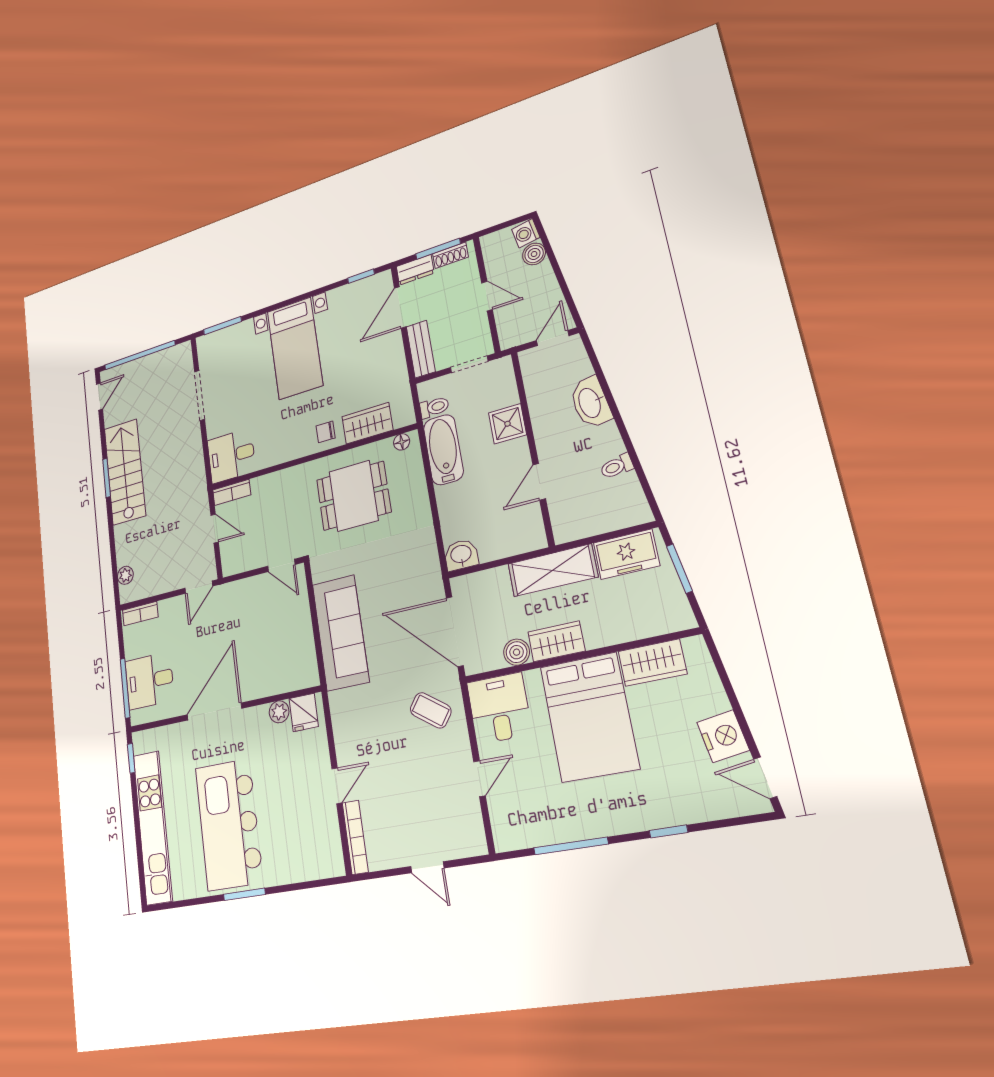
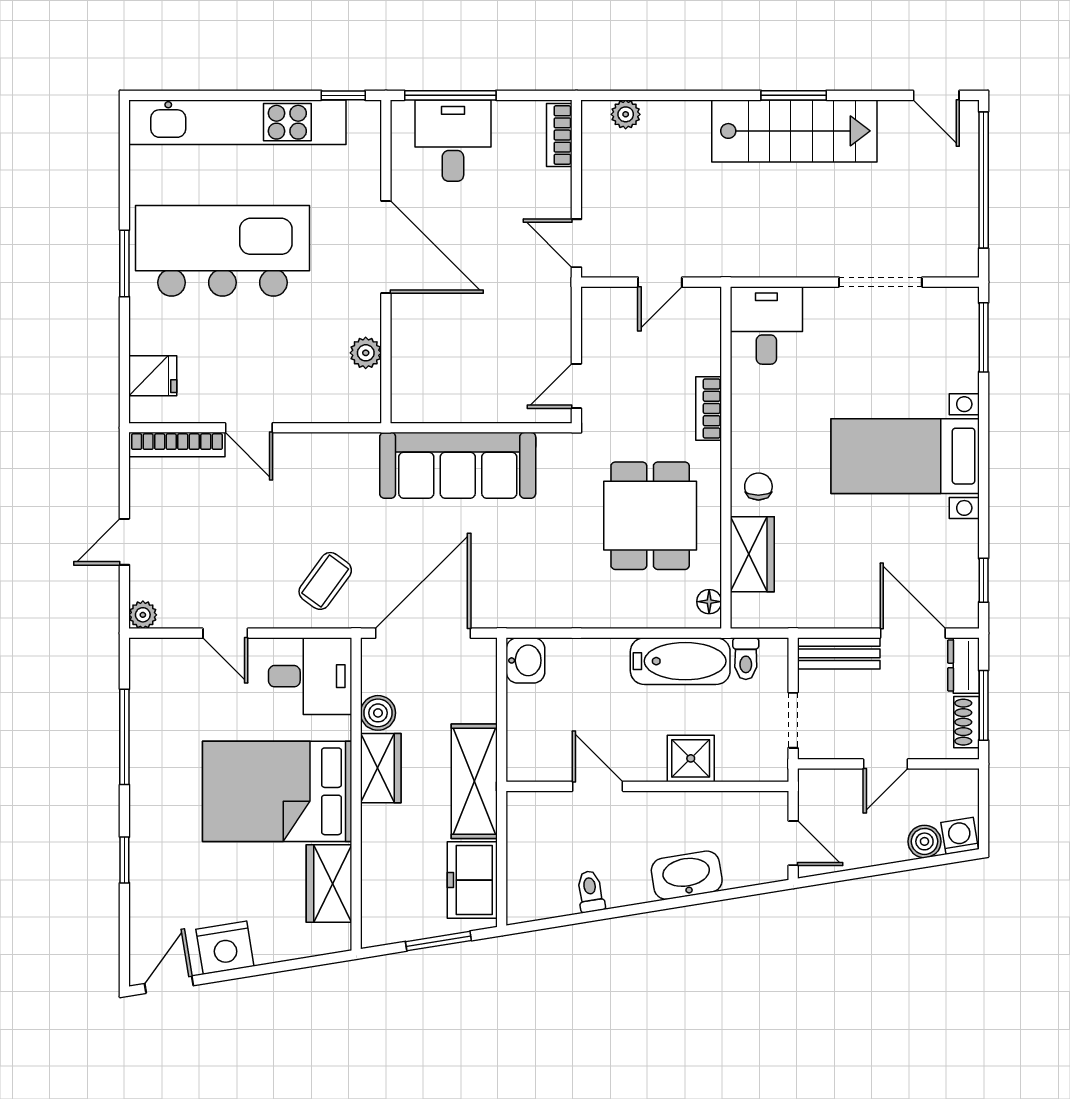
bookcase: (232, 492) -> (709, 408), moved
fridge: (304, 712) -> (153, 376), moved, turned 180
plant: (477, 845) -> (143, 615), added

